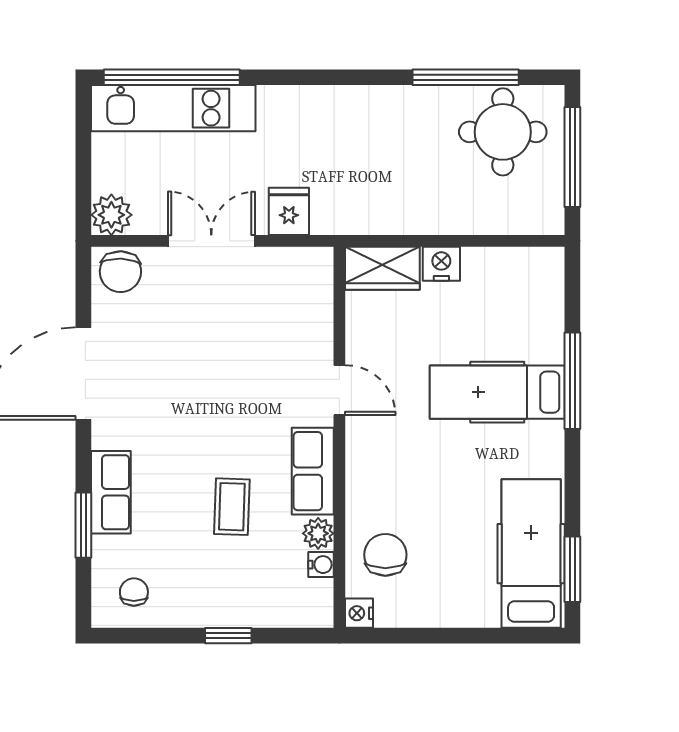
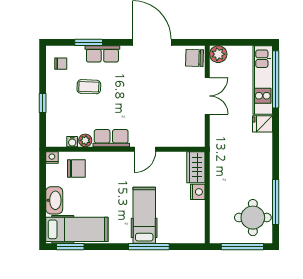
fridge: (289, 211) -> (263, 124), moved, turned 180
coffee table: (232, 507) -> (89, 87), moved
washbasin: (462, 608) -> (54, 200), added

